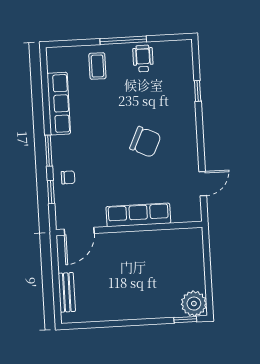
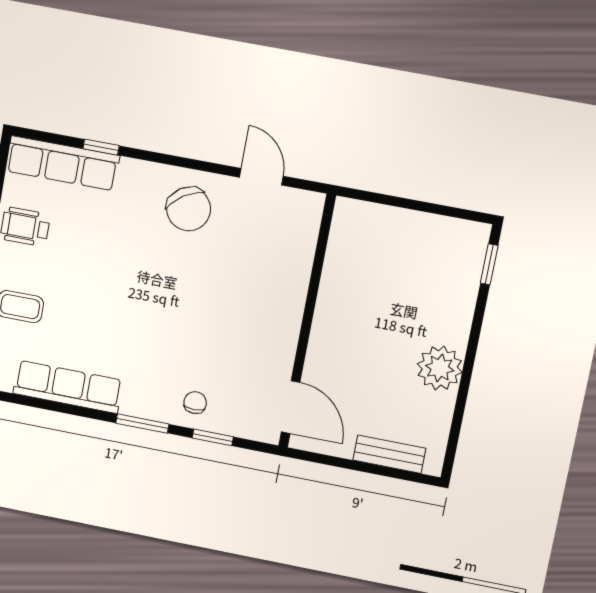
chair: (145, 142) -> (189, 209), moved, turned 122
row of seats: (138, 215) -> (63, 163), moved, turned -90
plant: (194, 304) -> (440, 368), moved

